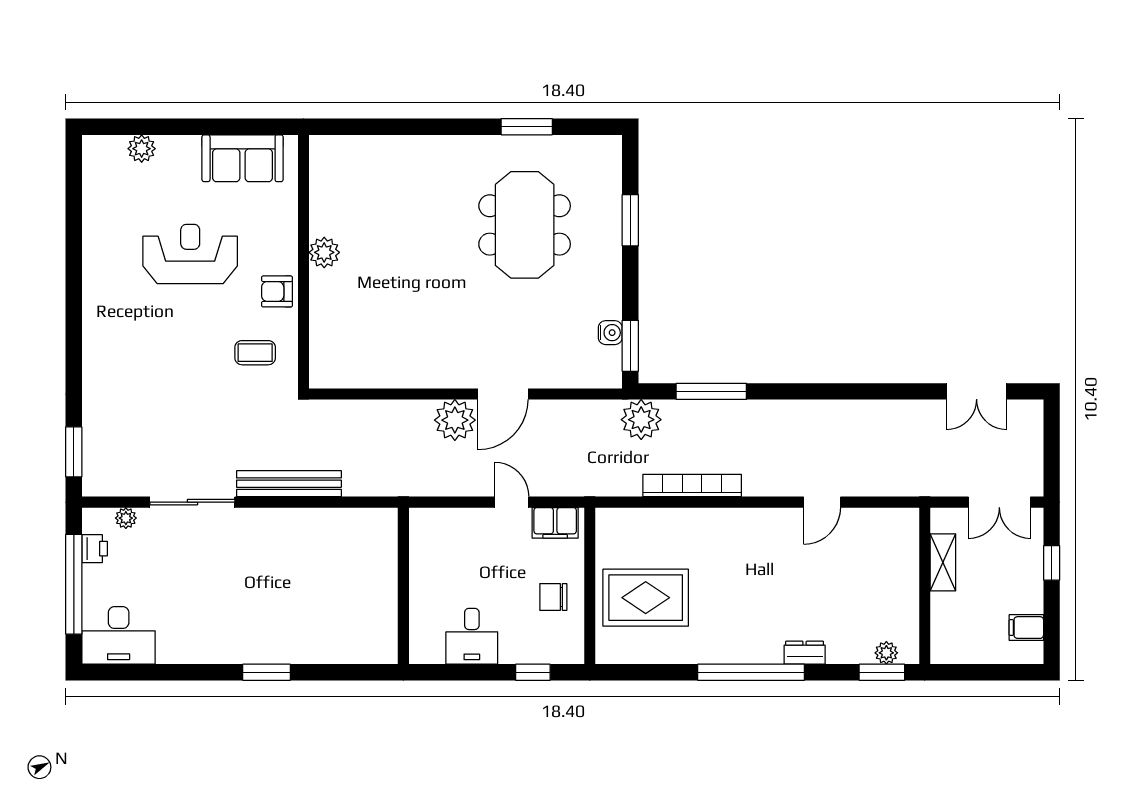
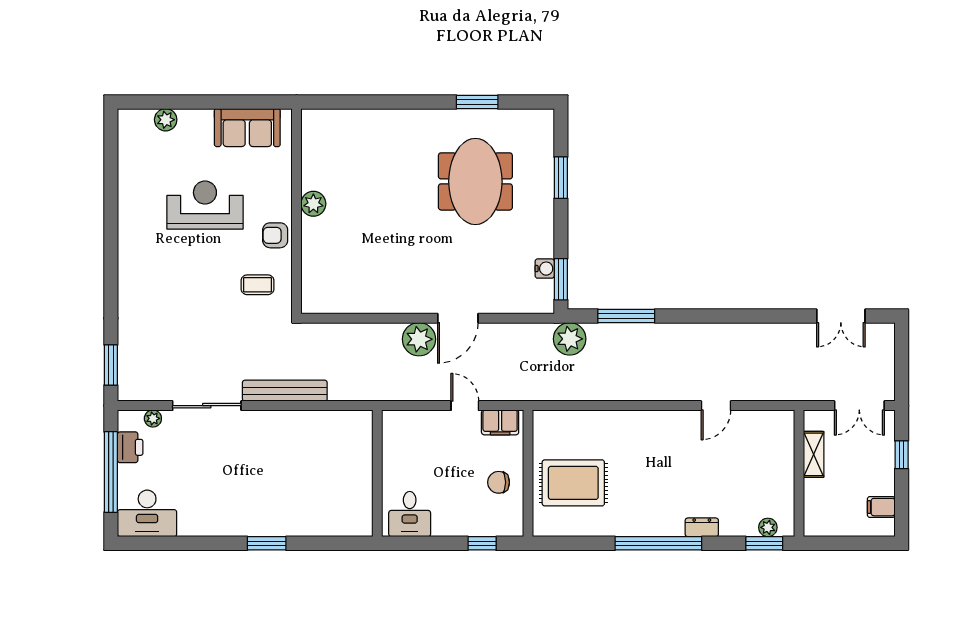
bookcase: (692, 486) -> (611, 392), removed
printer: (95, 549) -> (130, 447), width x1.36, depth x1.24
desk: (472, 636) -> (410, 514), moved

